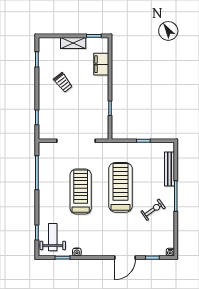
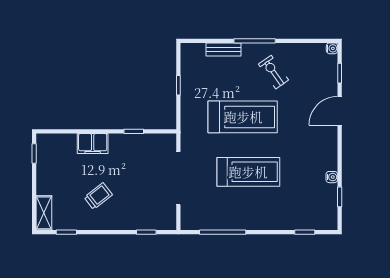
shelving: (73, 43) -> (44, 213), moved
filing cabinet: (101, 64) -> (93, 144), moved
bench: (170, 169) -> (224, 49), width x0.73
treadmill: (120, 187) -> (243, 117), turned 180
treadmill: (81, 192) -> (248, 172), turned 180
weight bench: (53, 237) -> (311, 210), removed
door: (125, 258) -> (340, 111), swing flipped

